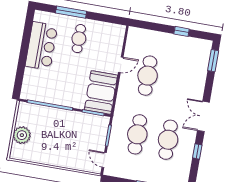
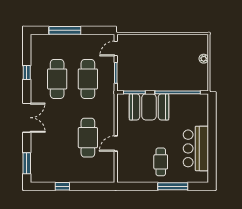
booth: (101, 92) -> (149, 107), moved, turned 90
double door: (203, 116) -> (27, 118), moved
plant: (22, 135) -> (204, 59), width x0.53, depth x0.53
door: (104, 160) -> (116, 48), swing flipped

